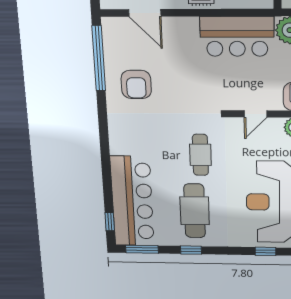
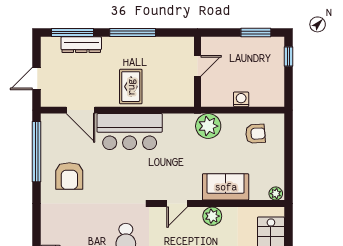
bar counter: (237, 36) -> (130, 132), moved

